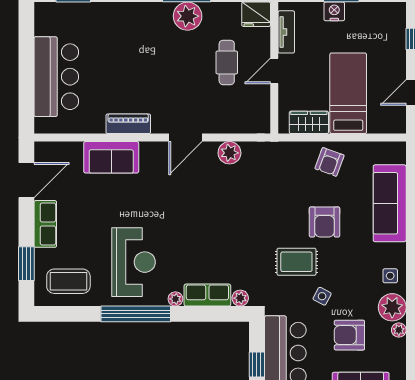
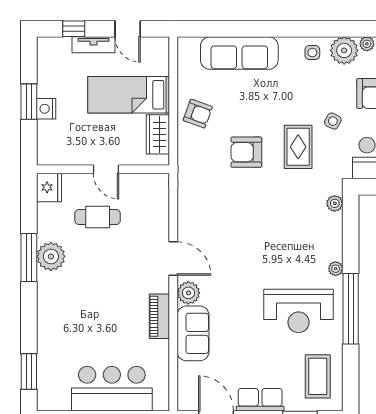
tv unit: (286, 32) -> (93, 45), moved, turned 180
plant: (229, 153) -> (188, 293), moved
armchair: (325, 222) -> (246, 152), moved, turned 180
reception desk: (133, 262) -> (298, 311), turned 180
row of seats: (207, 295) -> (332, 236), removed

